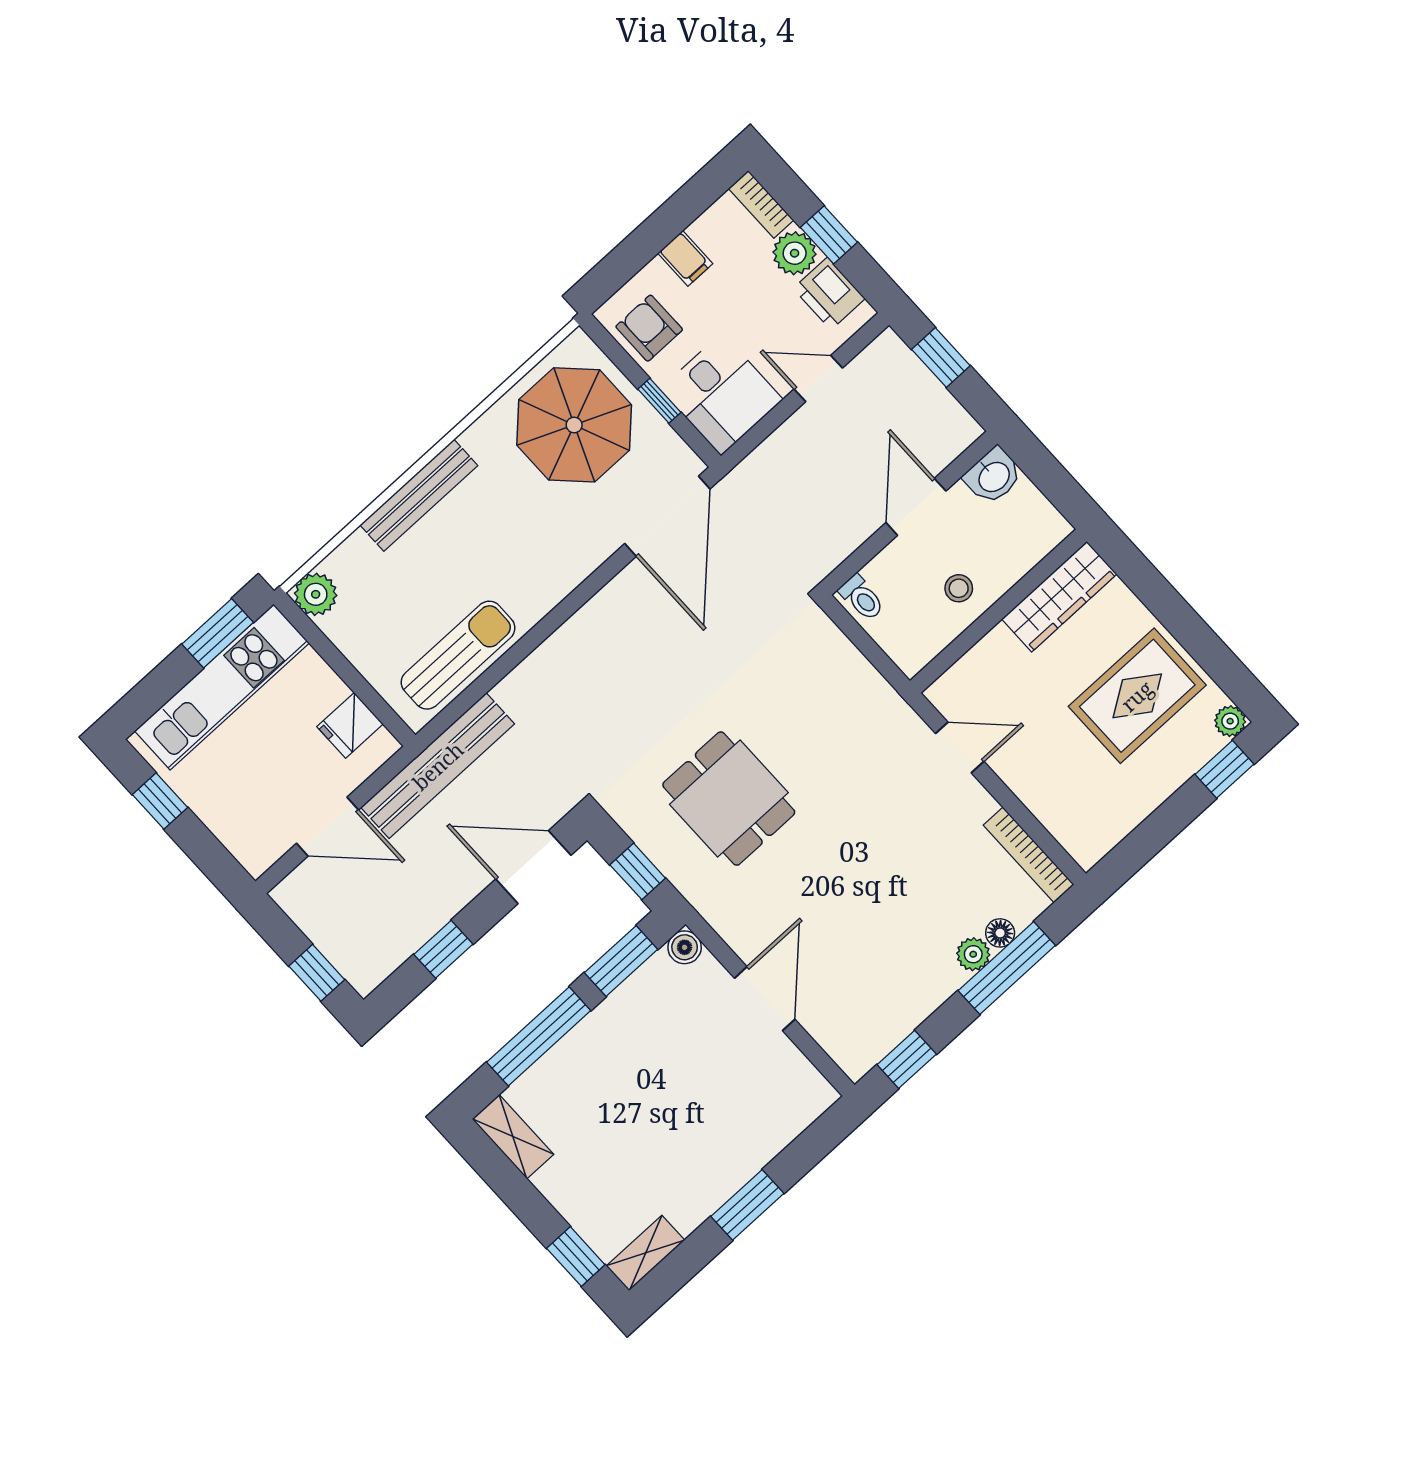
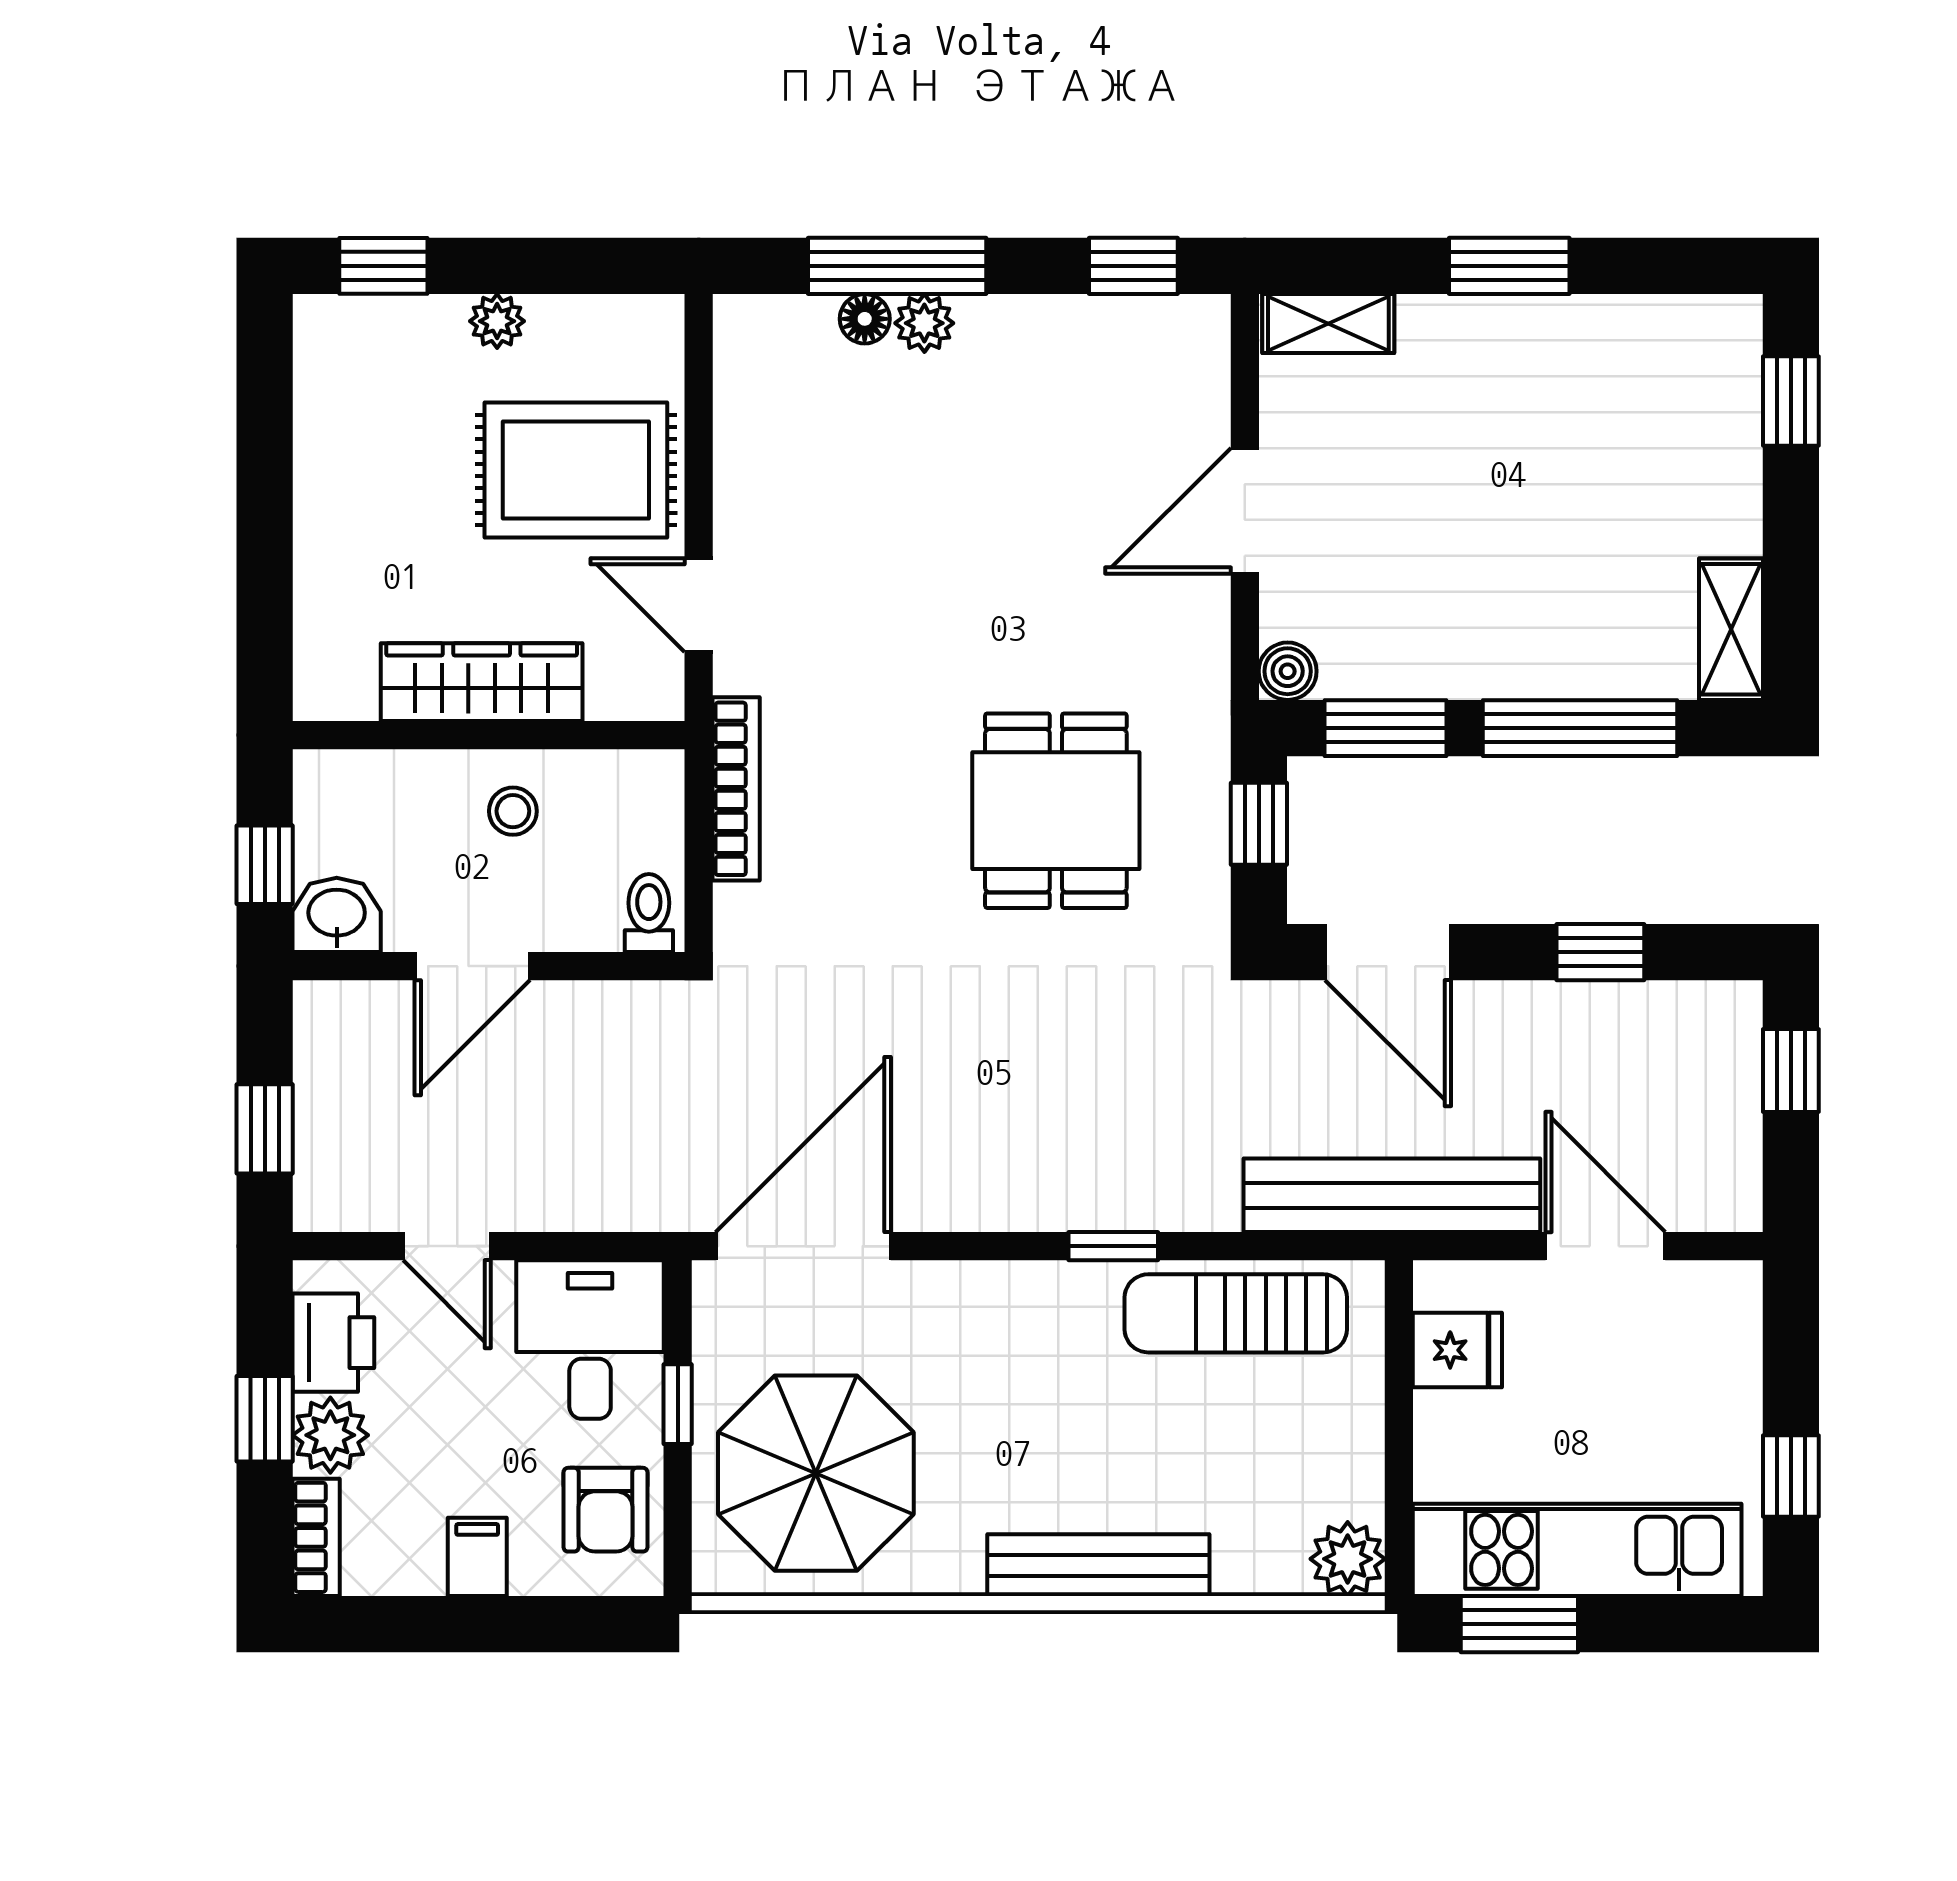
window: (1043, 469) -> (265, 865), added
wardrobe: (1059, 597) -> (482, 682), moved
window: (536, 636) -> (1113, 1246), added
rug: (1137, 696) -> (576, 470), moved
plant: (1230, 721) -> (497, 321), moved
bookcase: (1029, 855) -> (736, 789), moved
shelving: (646, 1253) -> (1328, 324), moved

